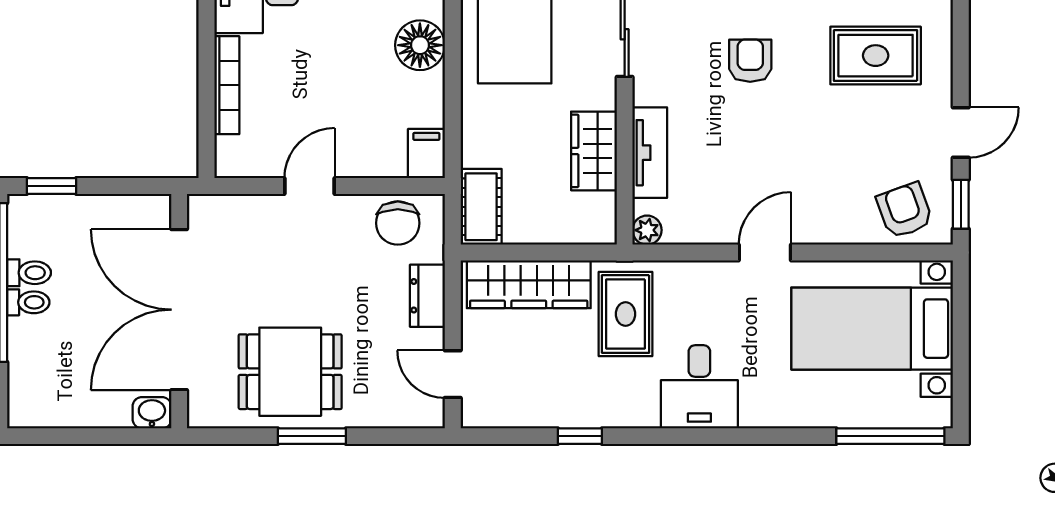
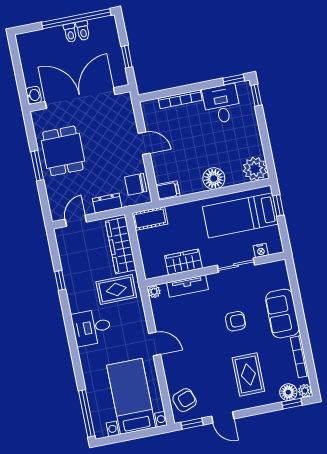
window: (52, 186) -> (127, 57), moved

